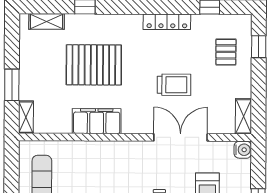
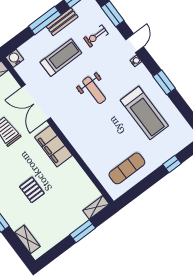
pallet: (94, 65) -> (32, 190), width x0.49, depth x0.50
filing cabinet: (97, 121) -> (53, 146), moved

